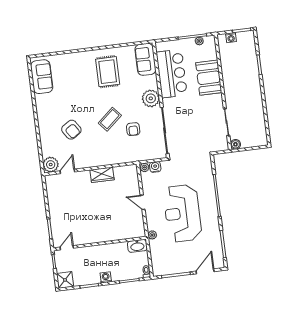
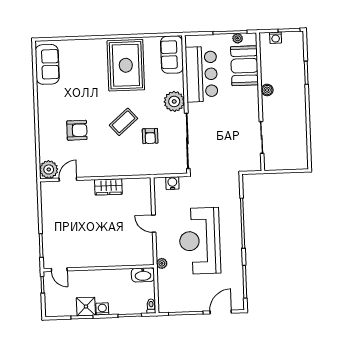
rug: (108, 72) -> (126, 65), width x1.37, depth x1.44
booth: (209, 78) -> (244, 66), moved
armchair: (71, 130) -> (77, 130), turned -56
boiler: (235, 144) -> (267, 90), moved
plant: (144, 167) -> (160, 183), removed
door: (67, 248) -> (59, 270), swing flipped
shower: (65, 280) -> (86, 306), moved

